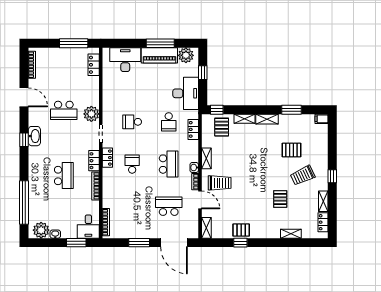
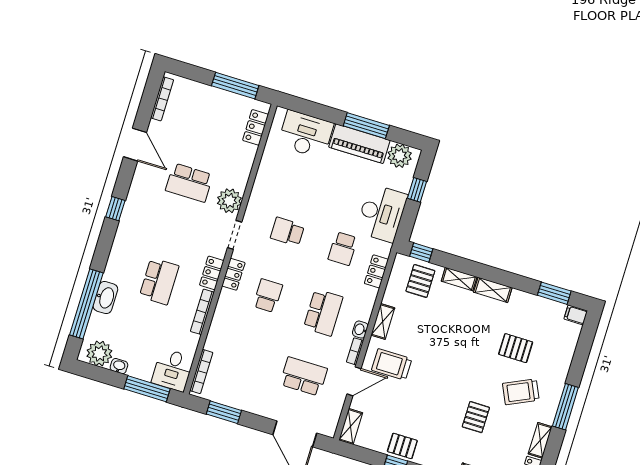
window: (291, 110) -> (554, 293), moved
washbasin: (34, 136) -> (105, 298), moved
window: (332, 176) -> (565, 407), width x2.17
trolley: (220, 183) -> (392, 364), turned 180
door: (200, 200) -> (354, 381), hinge flipped
window: (76, 243) -> (147, 389), width x1.44
window: (139, 243) -> (224, 412), moved

